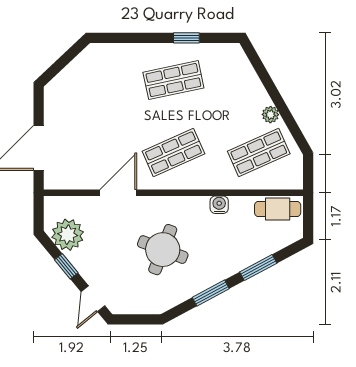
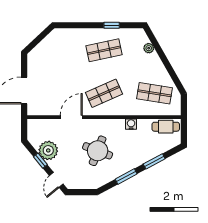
plant: (270, 115) -> (149, 48), moved
shop shelf: (259, 153) -> (155, 93), turned 33
plant: (68, 235) -> (48, 150), moved

